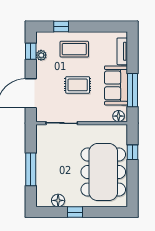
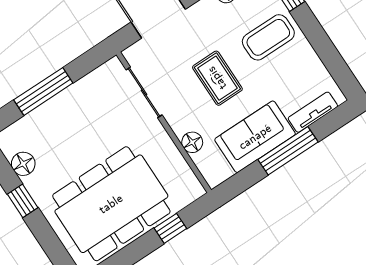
coffee table: (74, 49) -> (268, 37), turned 90
window: (132, 90) -> (288, 151), moved
floor lamp: (119, 116) -> (192, 142), moved

